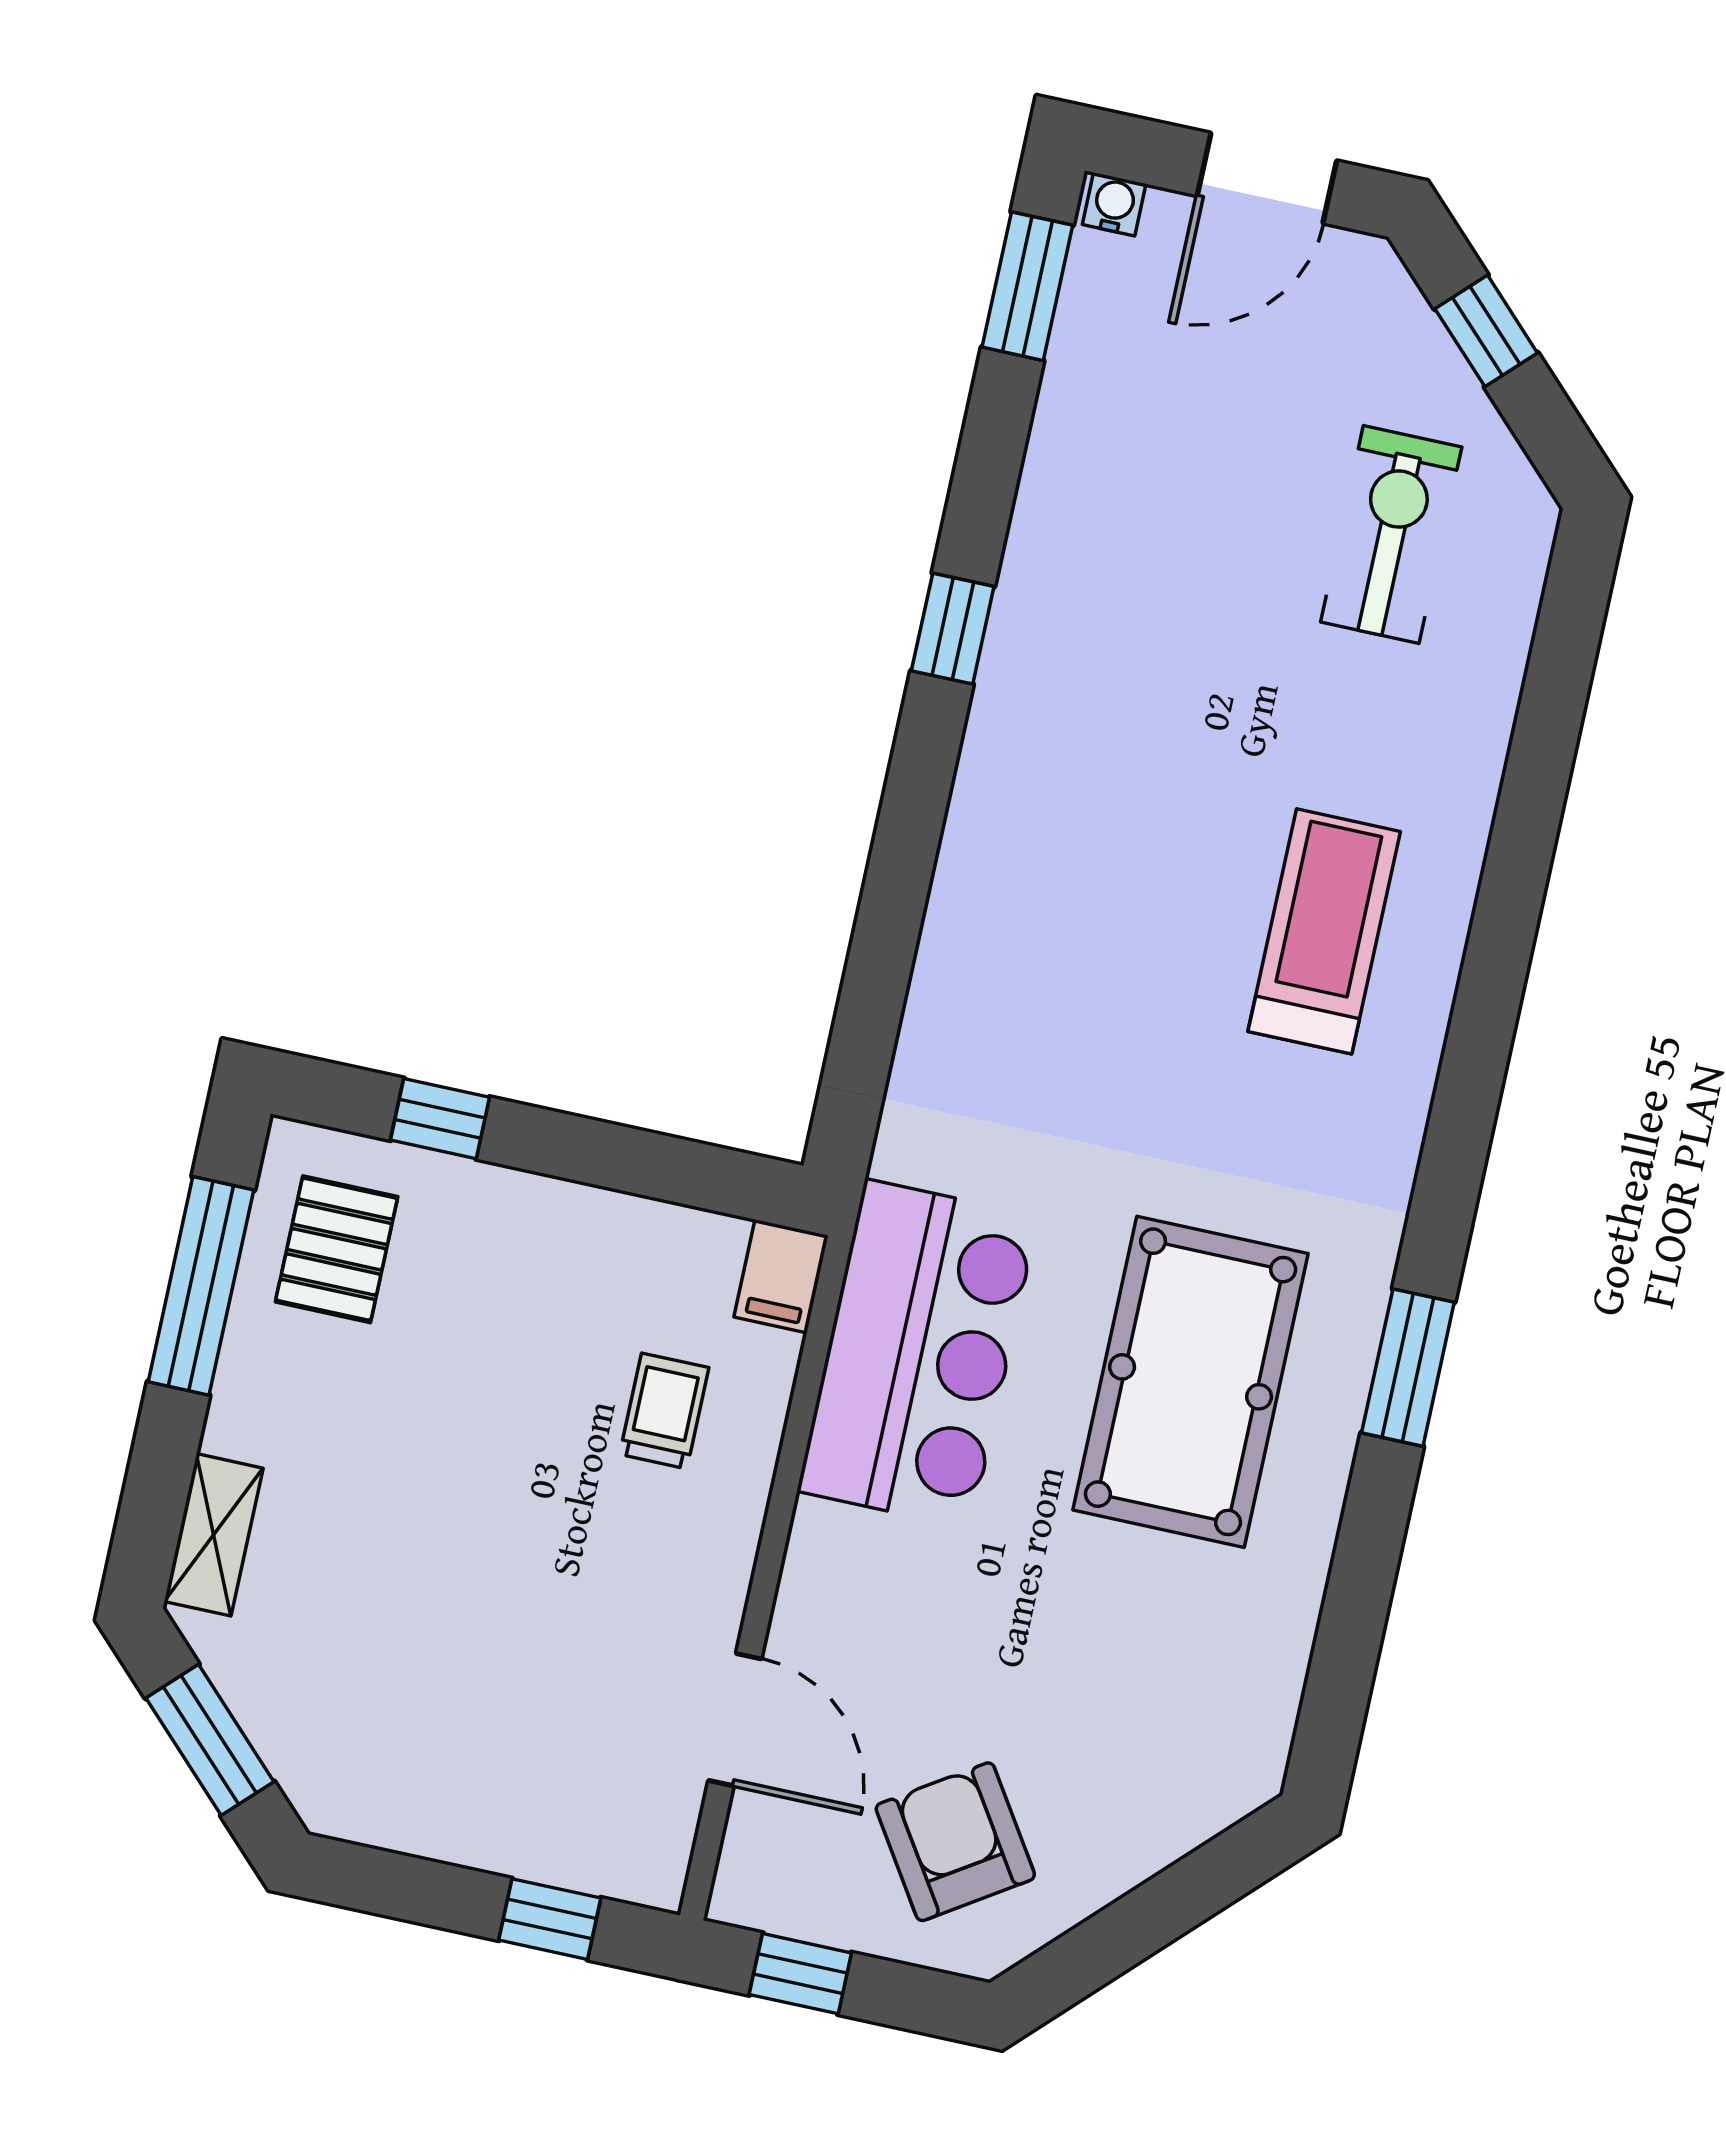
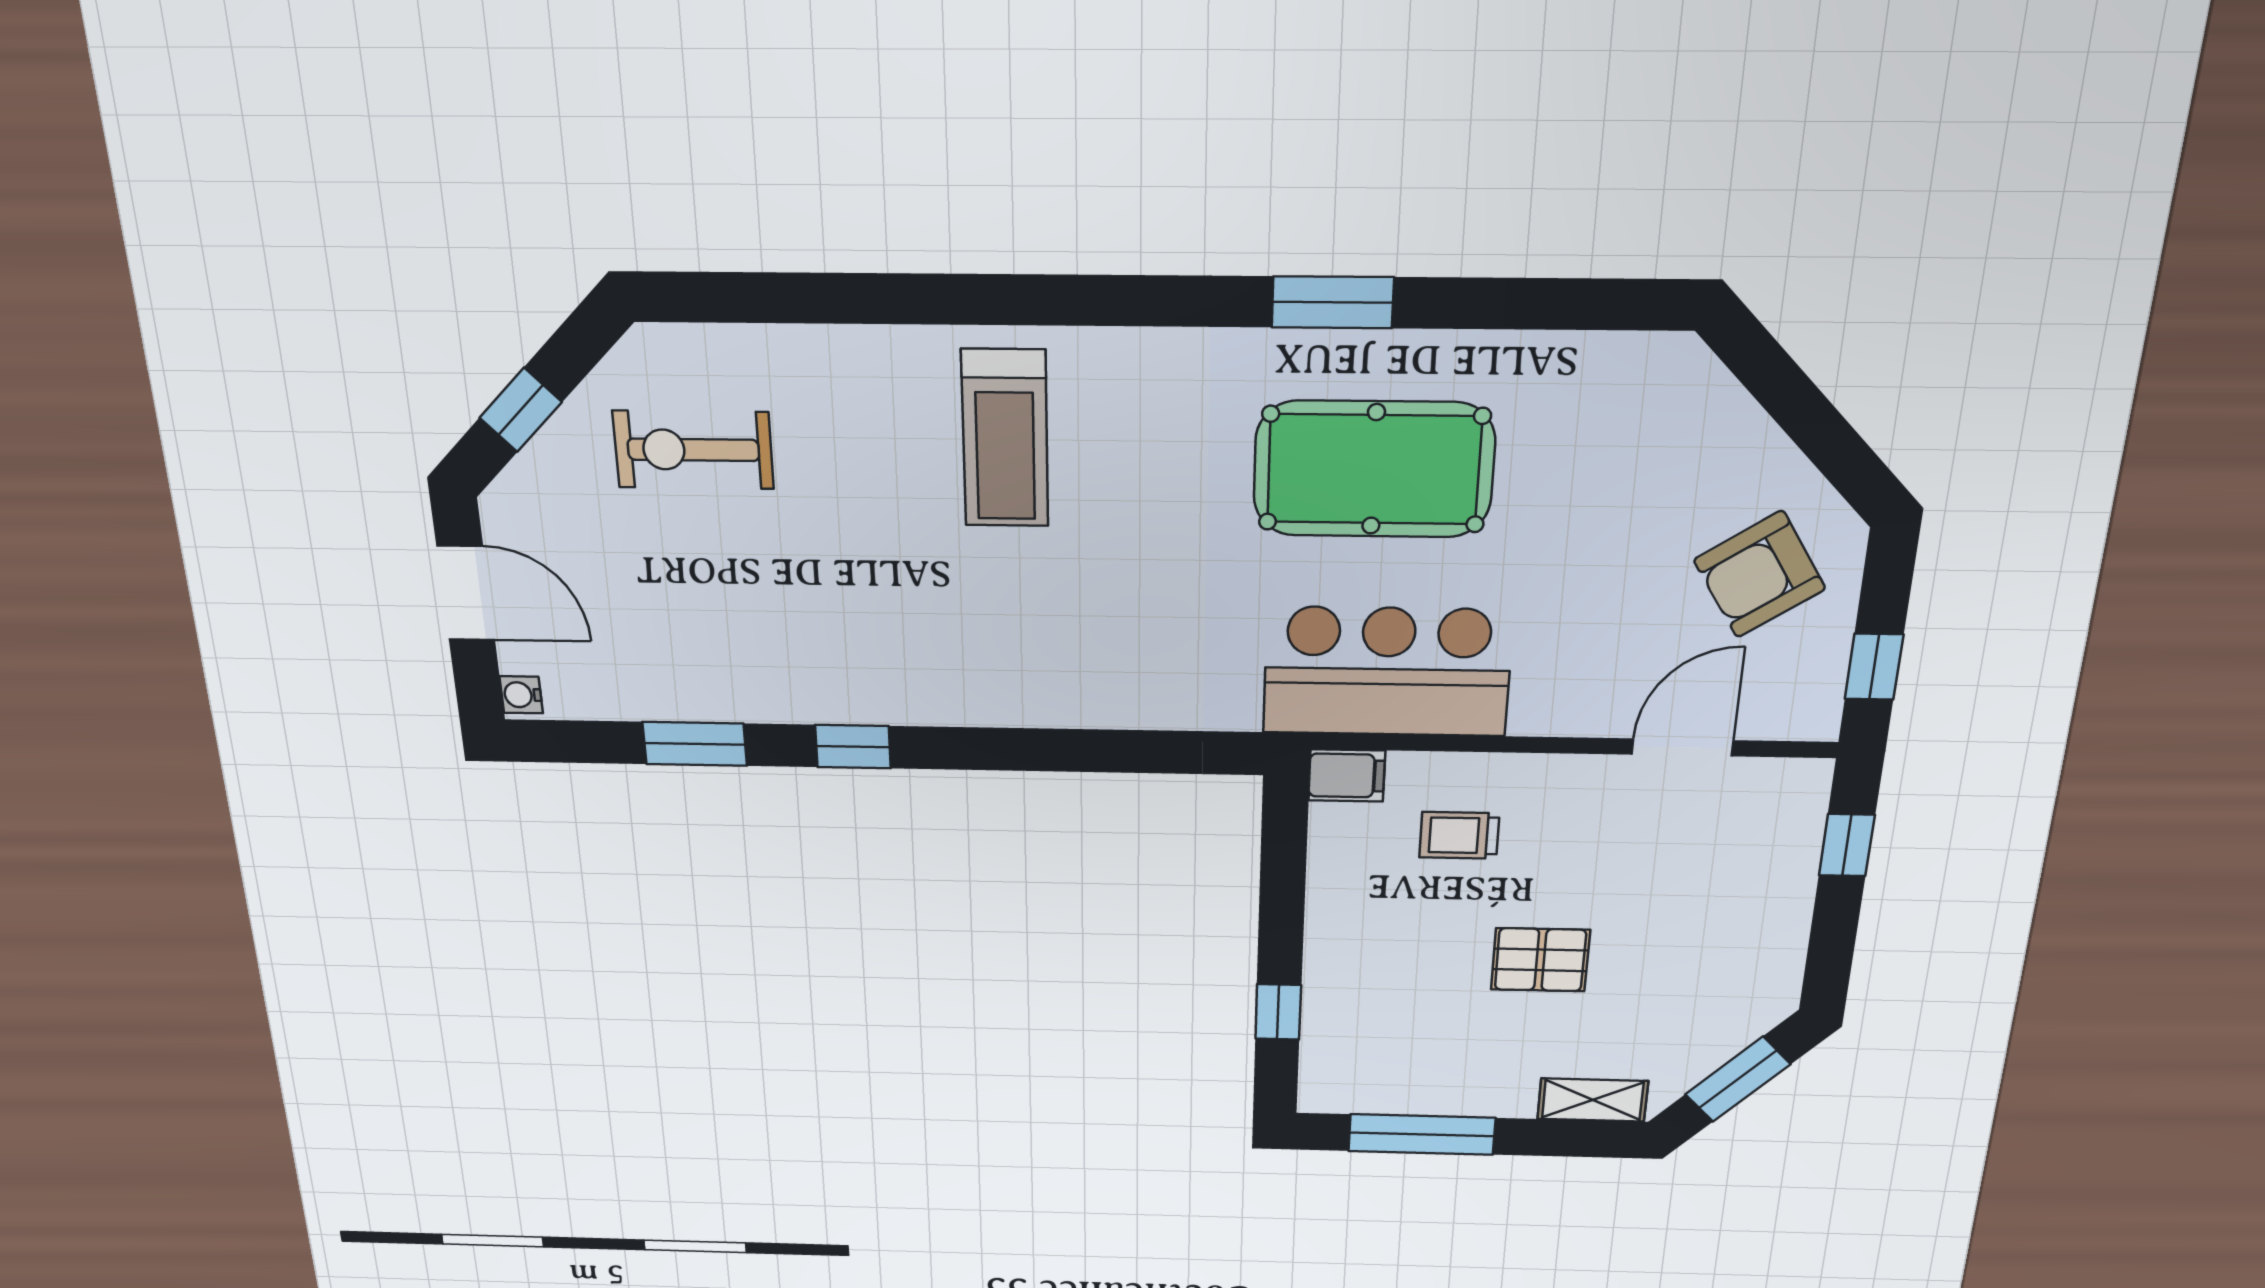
window: (1027, 286) -> (695, 744), moved
treadmill: (1324, 931) -> (1005, 439), turned -90
pallet: (337, 1249) -> (1540, 960), moved

